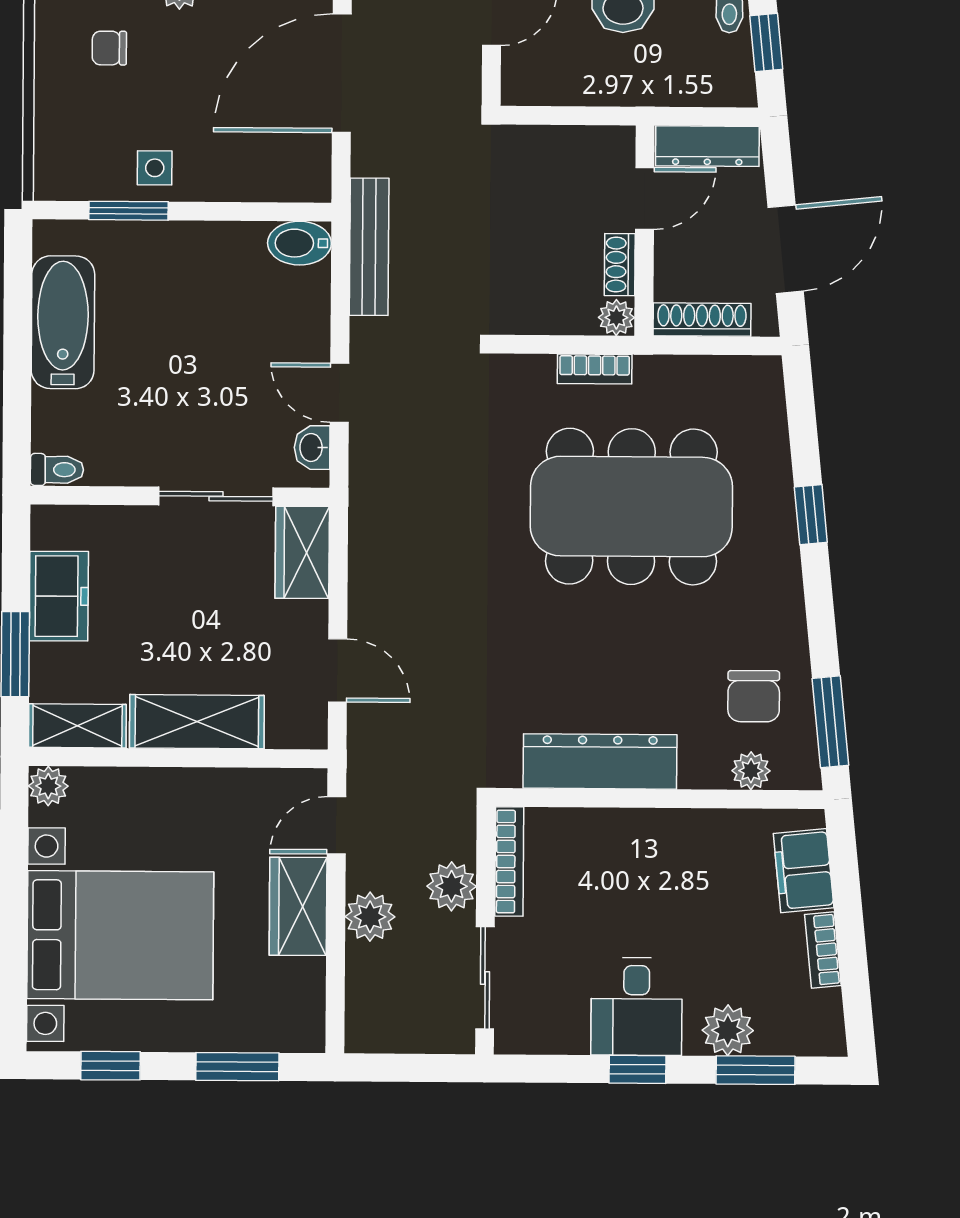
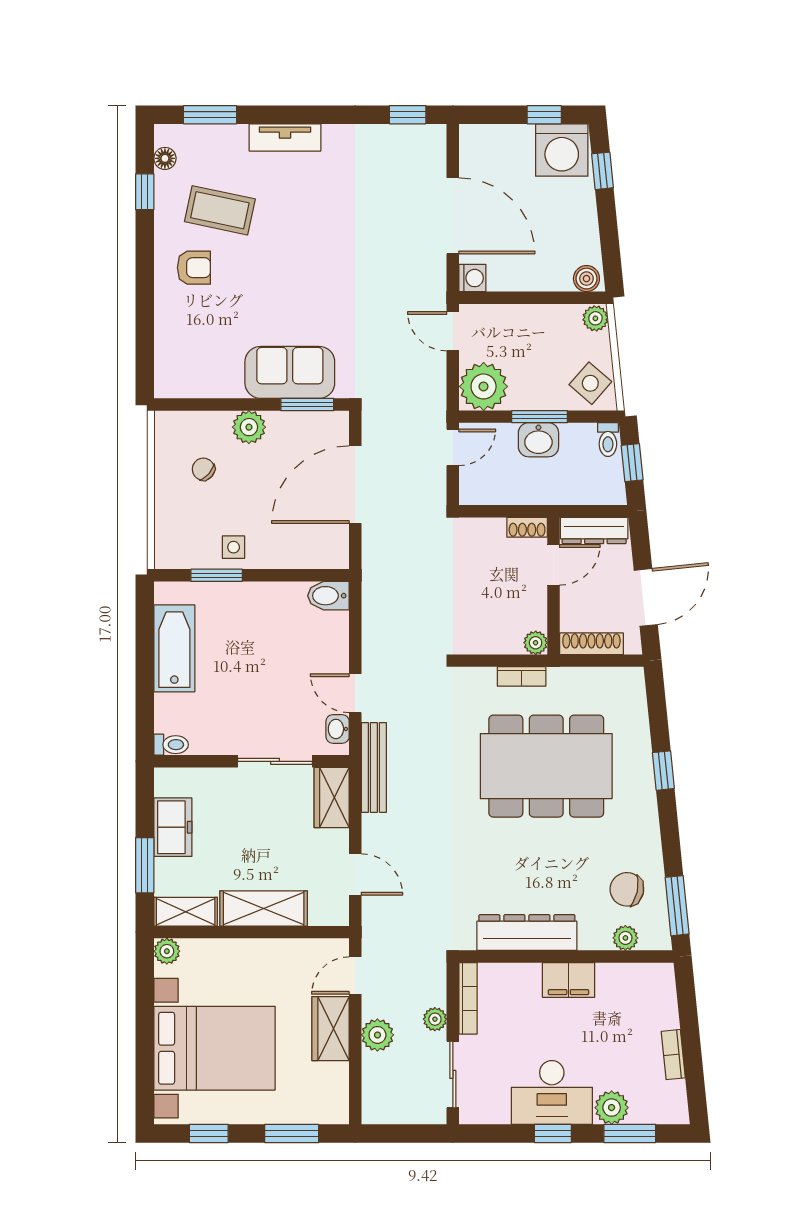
chair: (109, 48) -> (203, 469), turned 41
bench: (369, 247) -> (374, 767), moved
shoe rack: (620, 265) -> (527, 527), moved, turned -90
chair: (754, 696) -> (627, 889), turned 102
filing cabinet: (804, 871) -> (569, 980), moved, turned -84
plant: (452, 886) -> (435, 1019), width x0.73, depth x0.73
desk: (636, 1007) -> (552, 1092), width x1.37

